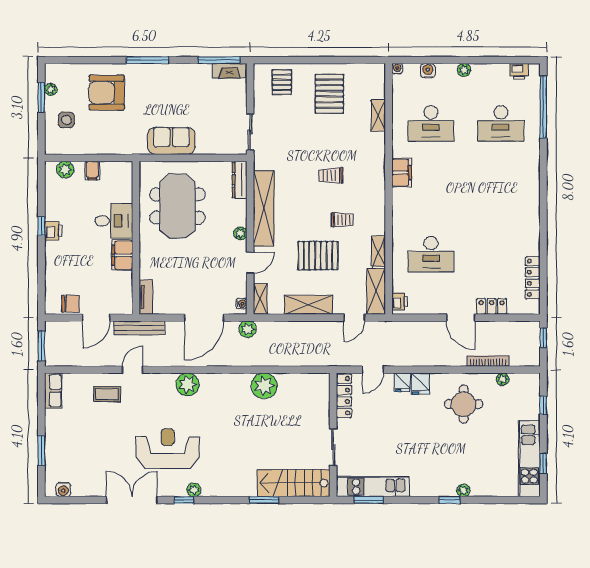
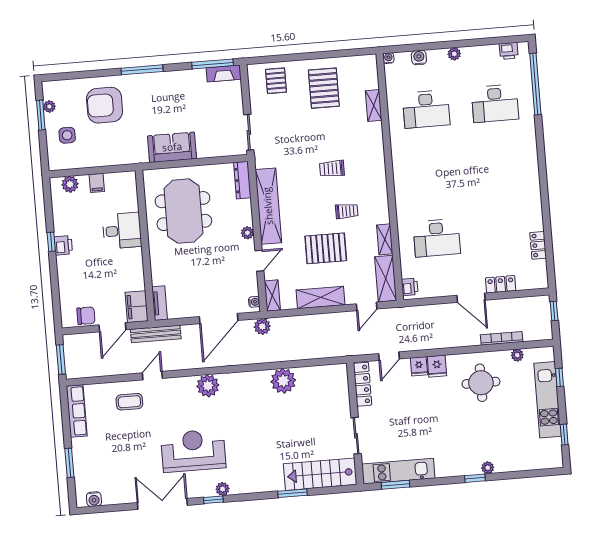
filing cabinet: (402, 173) -> (401, 160), removed
filing cabinet: (122, 255) -> (137, 307), moved
locker: (533, 278) -> (538, 245), width x0.66
row of seats: (53, 391) -> (77, 411), width x1.48
kitchen unit: (529, 459) -> (547, 400), moved

